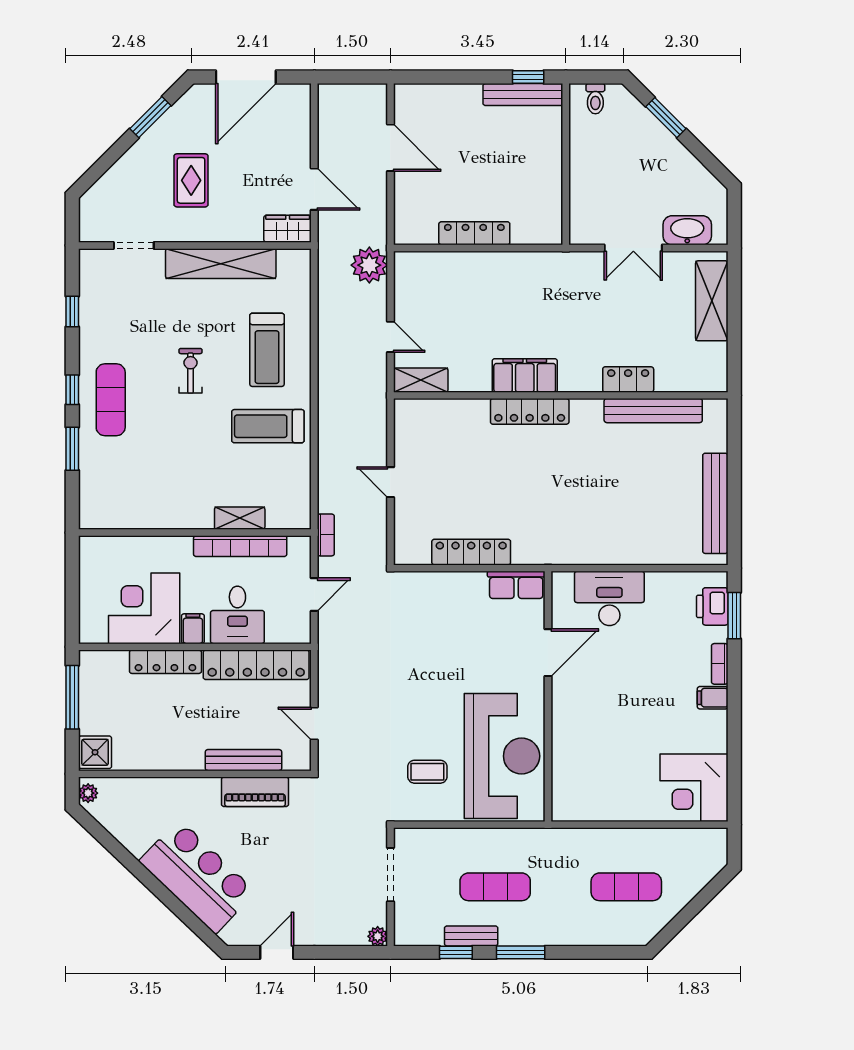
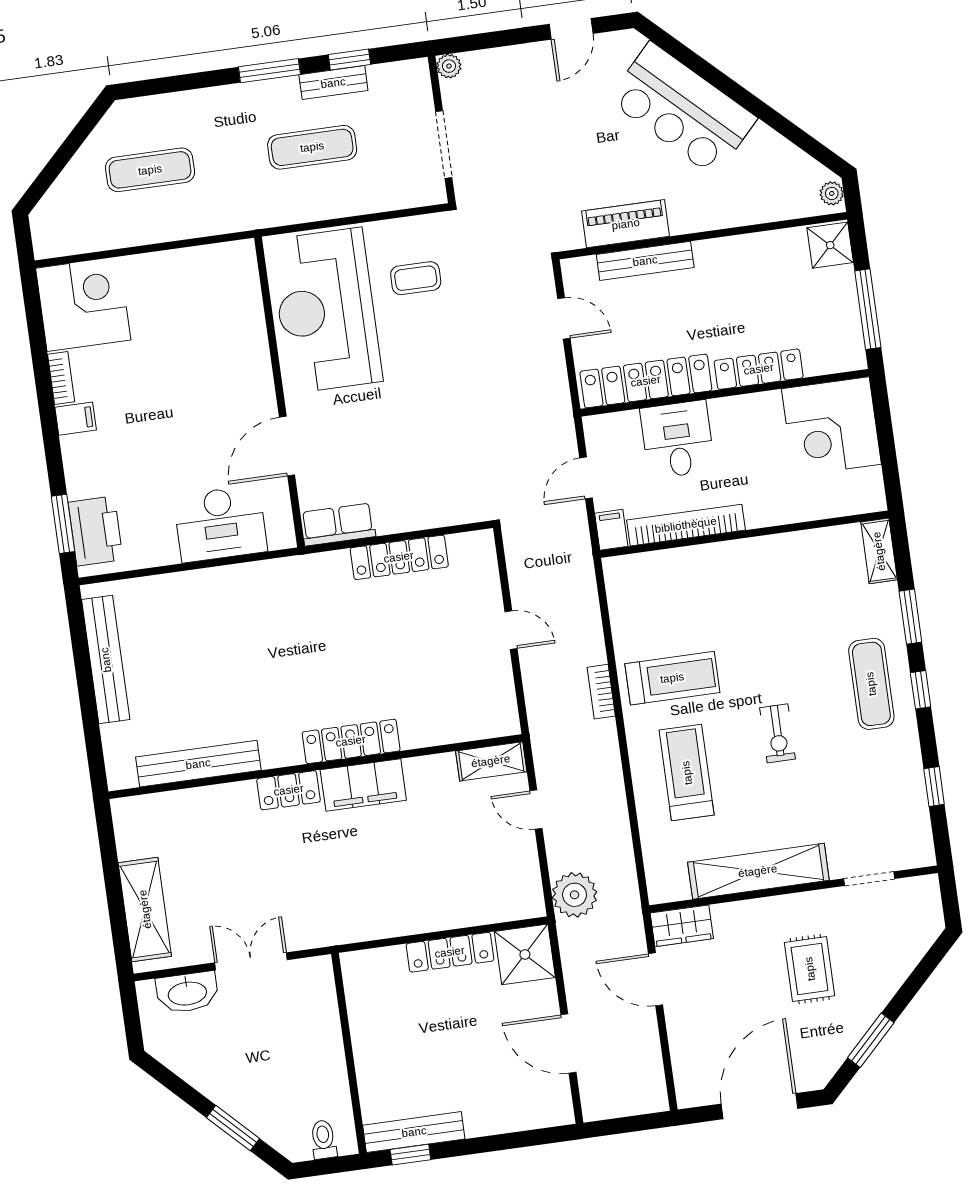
shower: (415, 223) -> (525, 954), added
locker: (628, 379) -> (289, 790), moved
shelving: (240, 518) -> (879, 551), moved, turned 90
bookcase: (326, 535) -> (601, 692), moved
printer: (712, 606) -> (96, 531), width x1.37, depth x1.19
corner desk: (144, 608) -> (831, 426), moved, turned 90
filing cabinet: (193, 629) -> (611, 530), moved, turned 180
bookcase: (720, 664) -> (61, 378), moved

